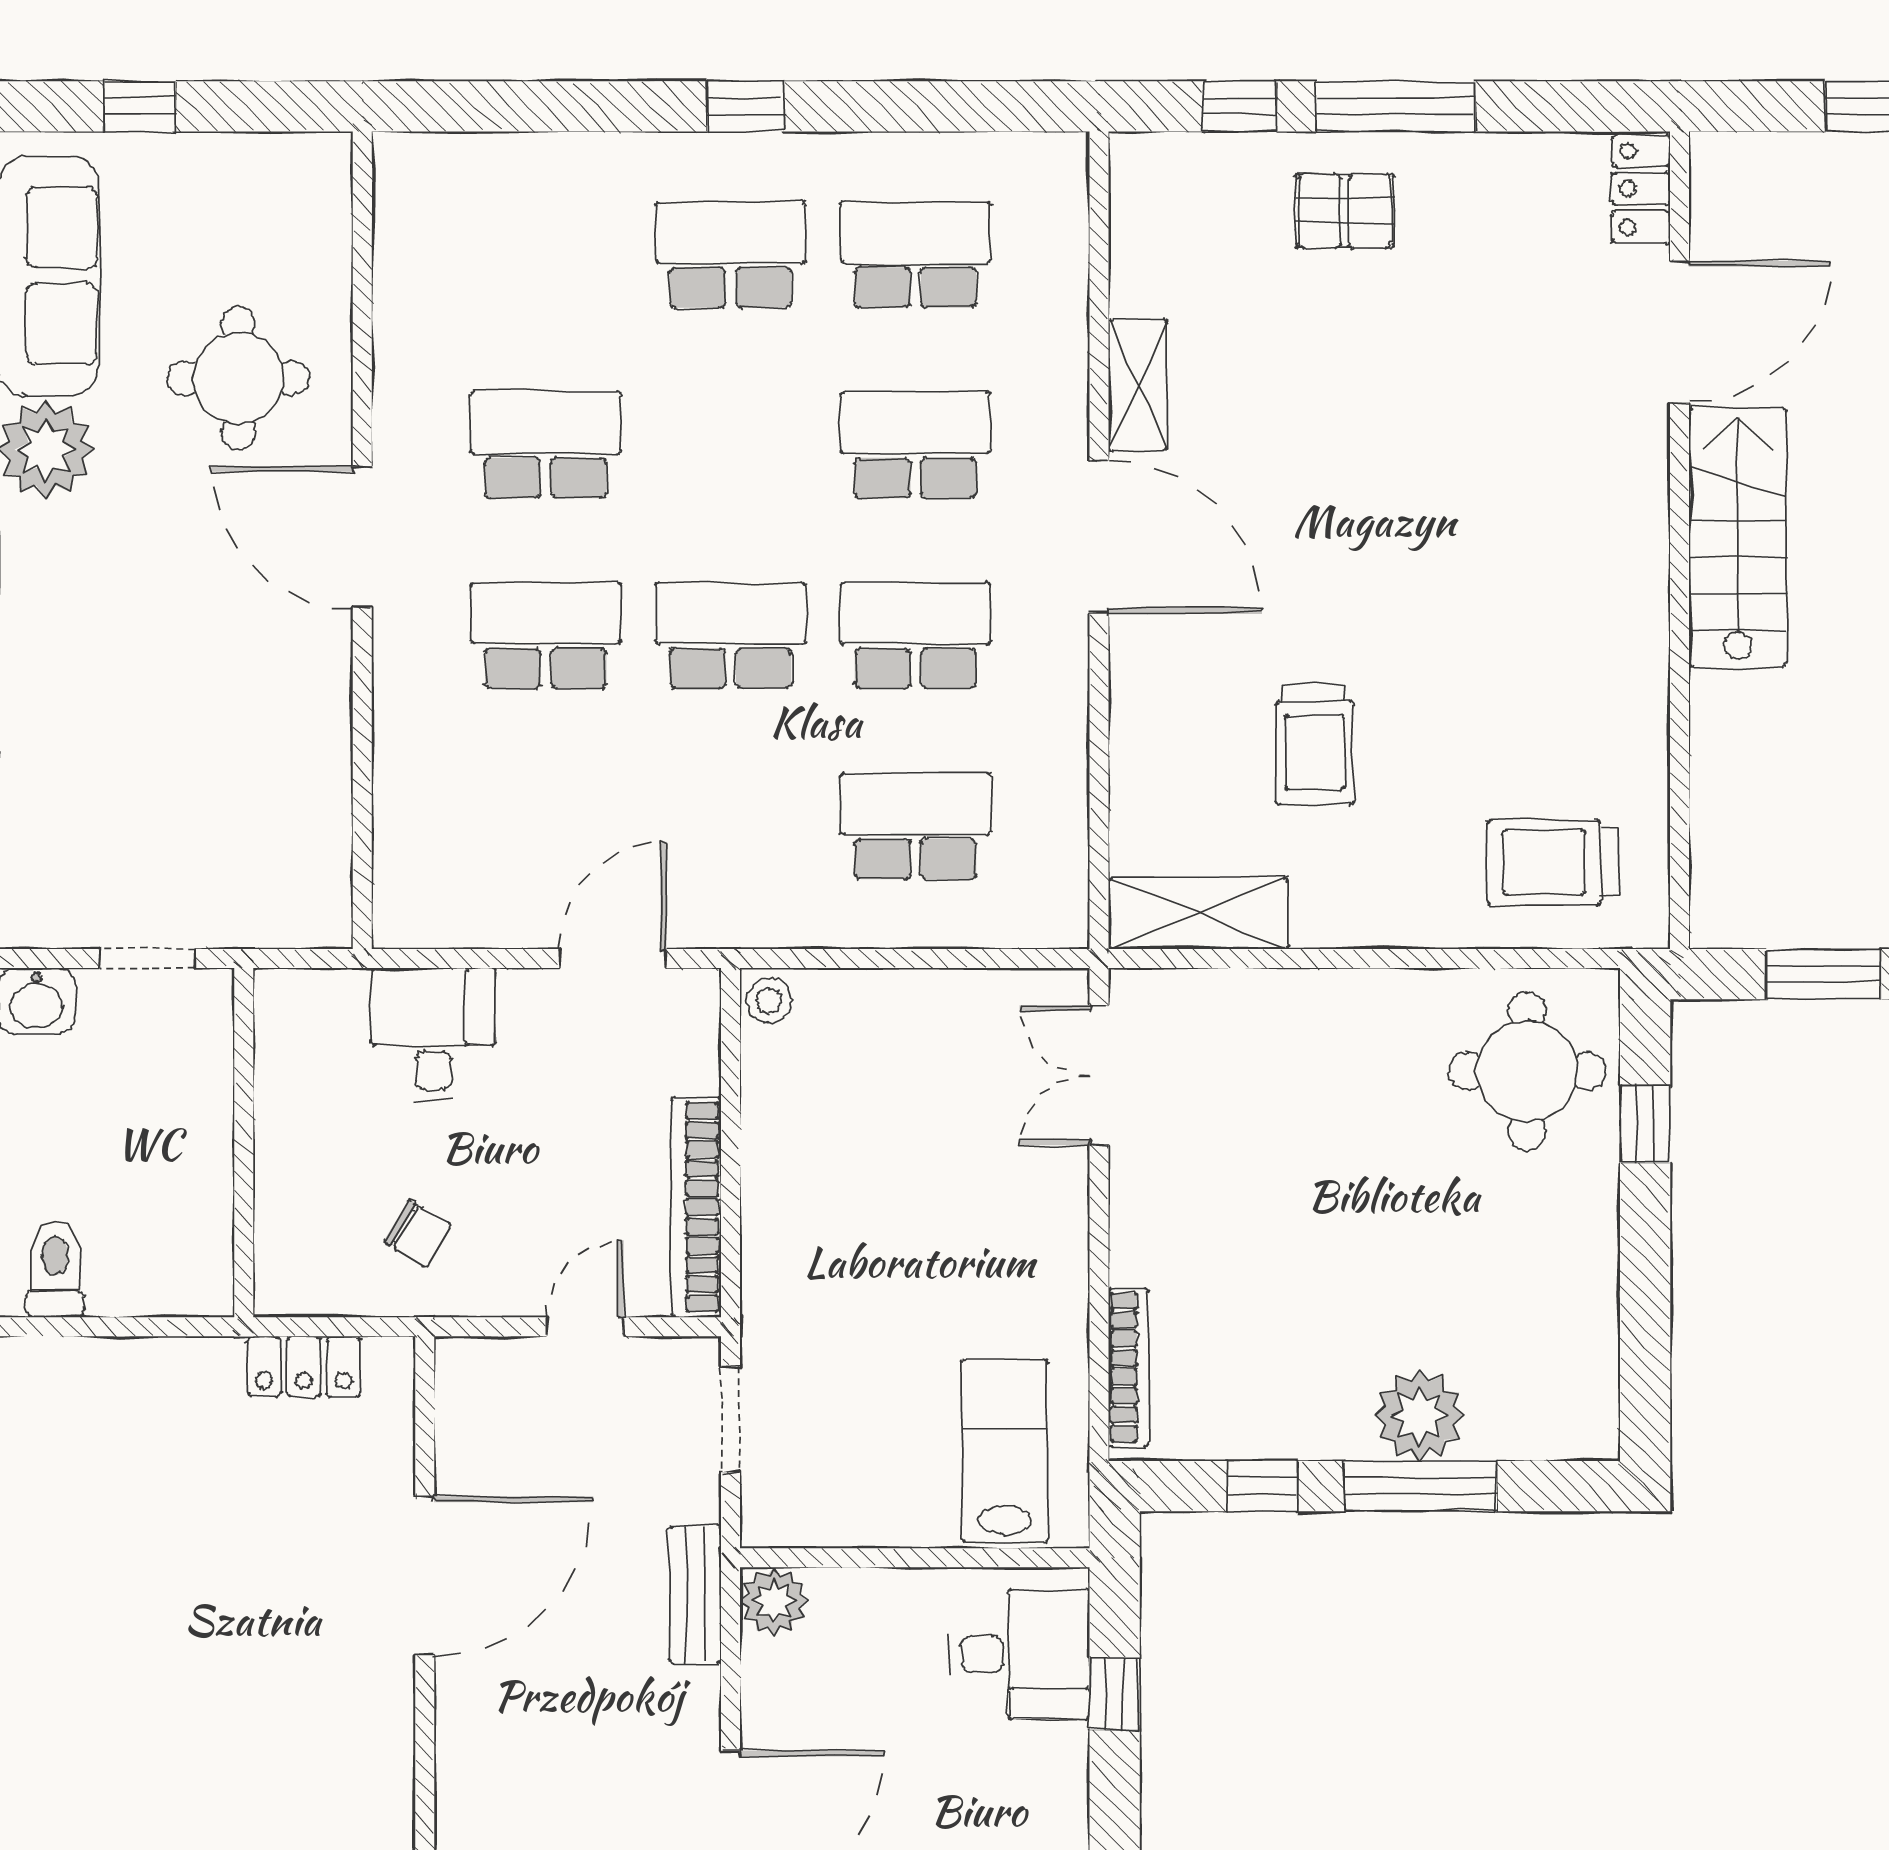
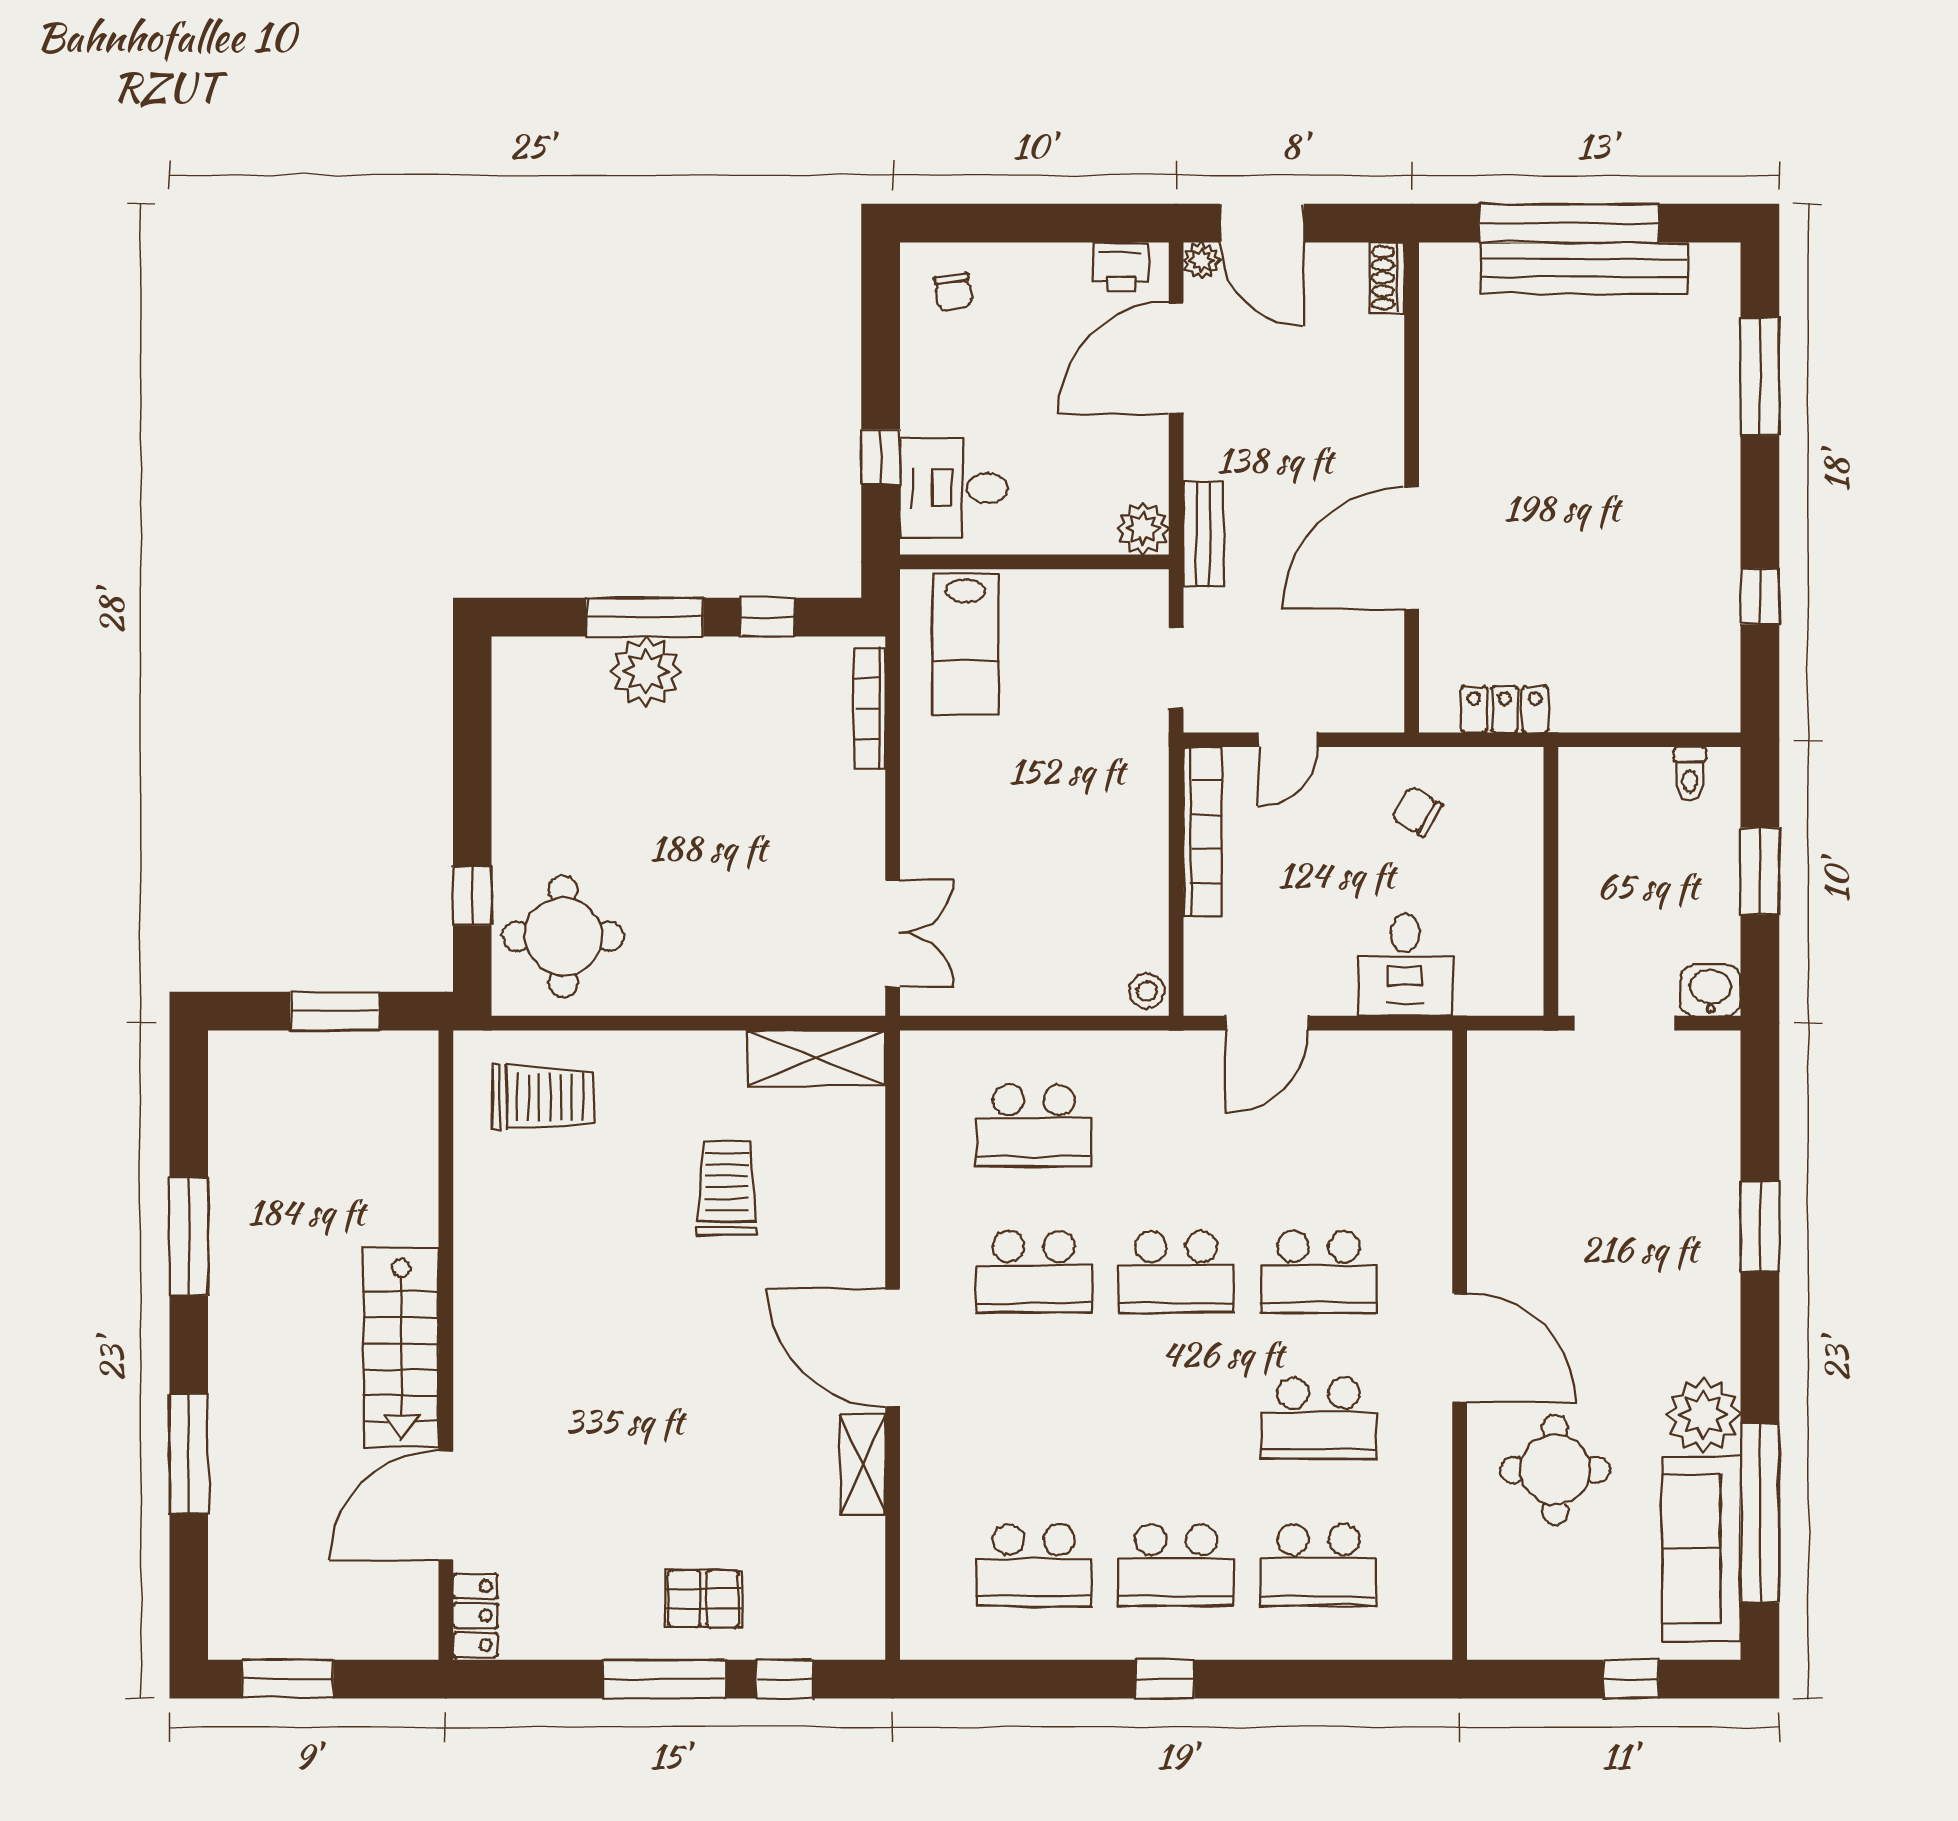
school desk: (916, 445) -> (1319, 1565), moved
doorway: (148, 959) -> (1625, 1023), width x1.38
toilet: (55, 1269) -> (1690, 774), width x0.73, depth x0.72

